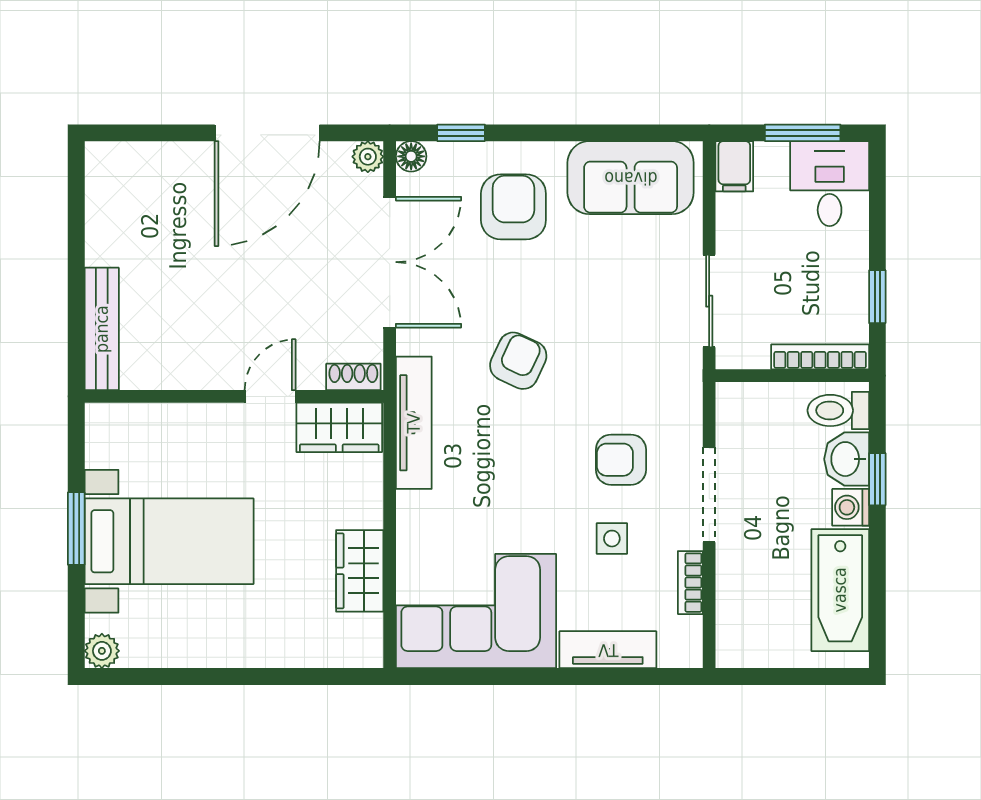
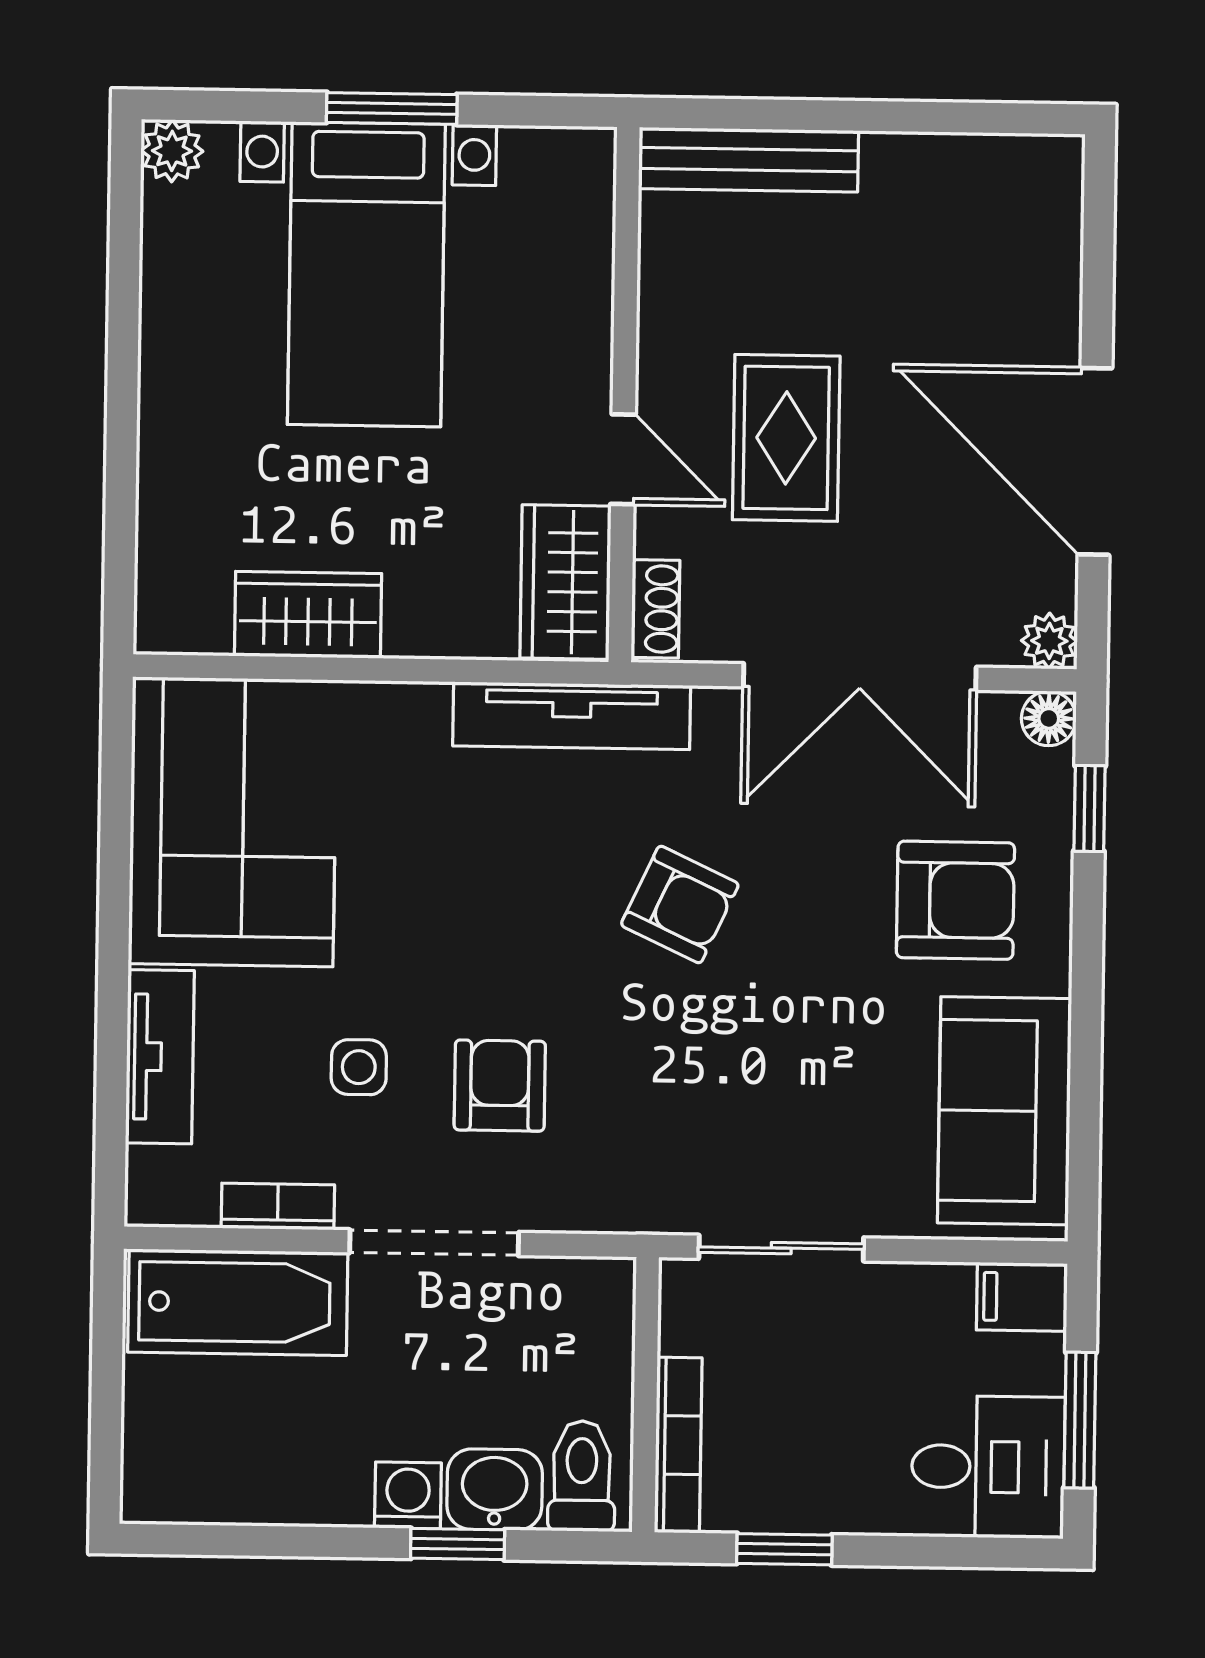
rug: (257, 305) -> (786, 438), added
bathtub: (840, 590) -> (238, 1302), moved, turned 180

